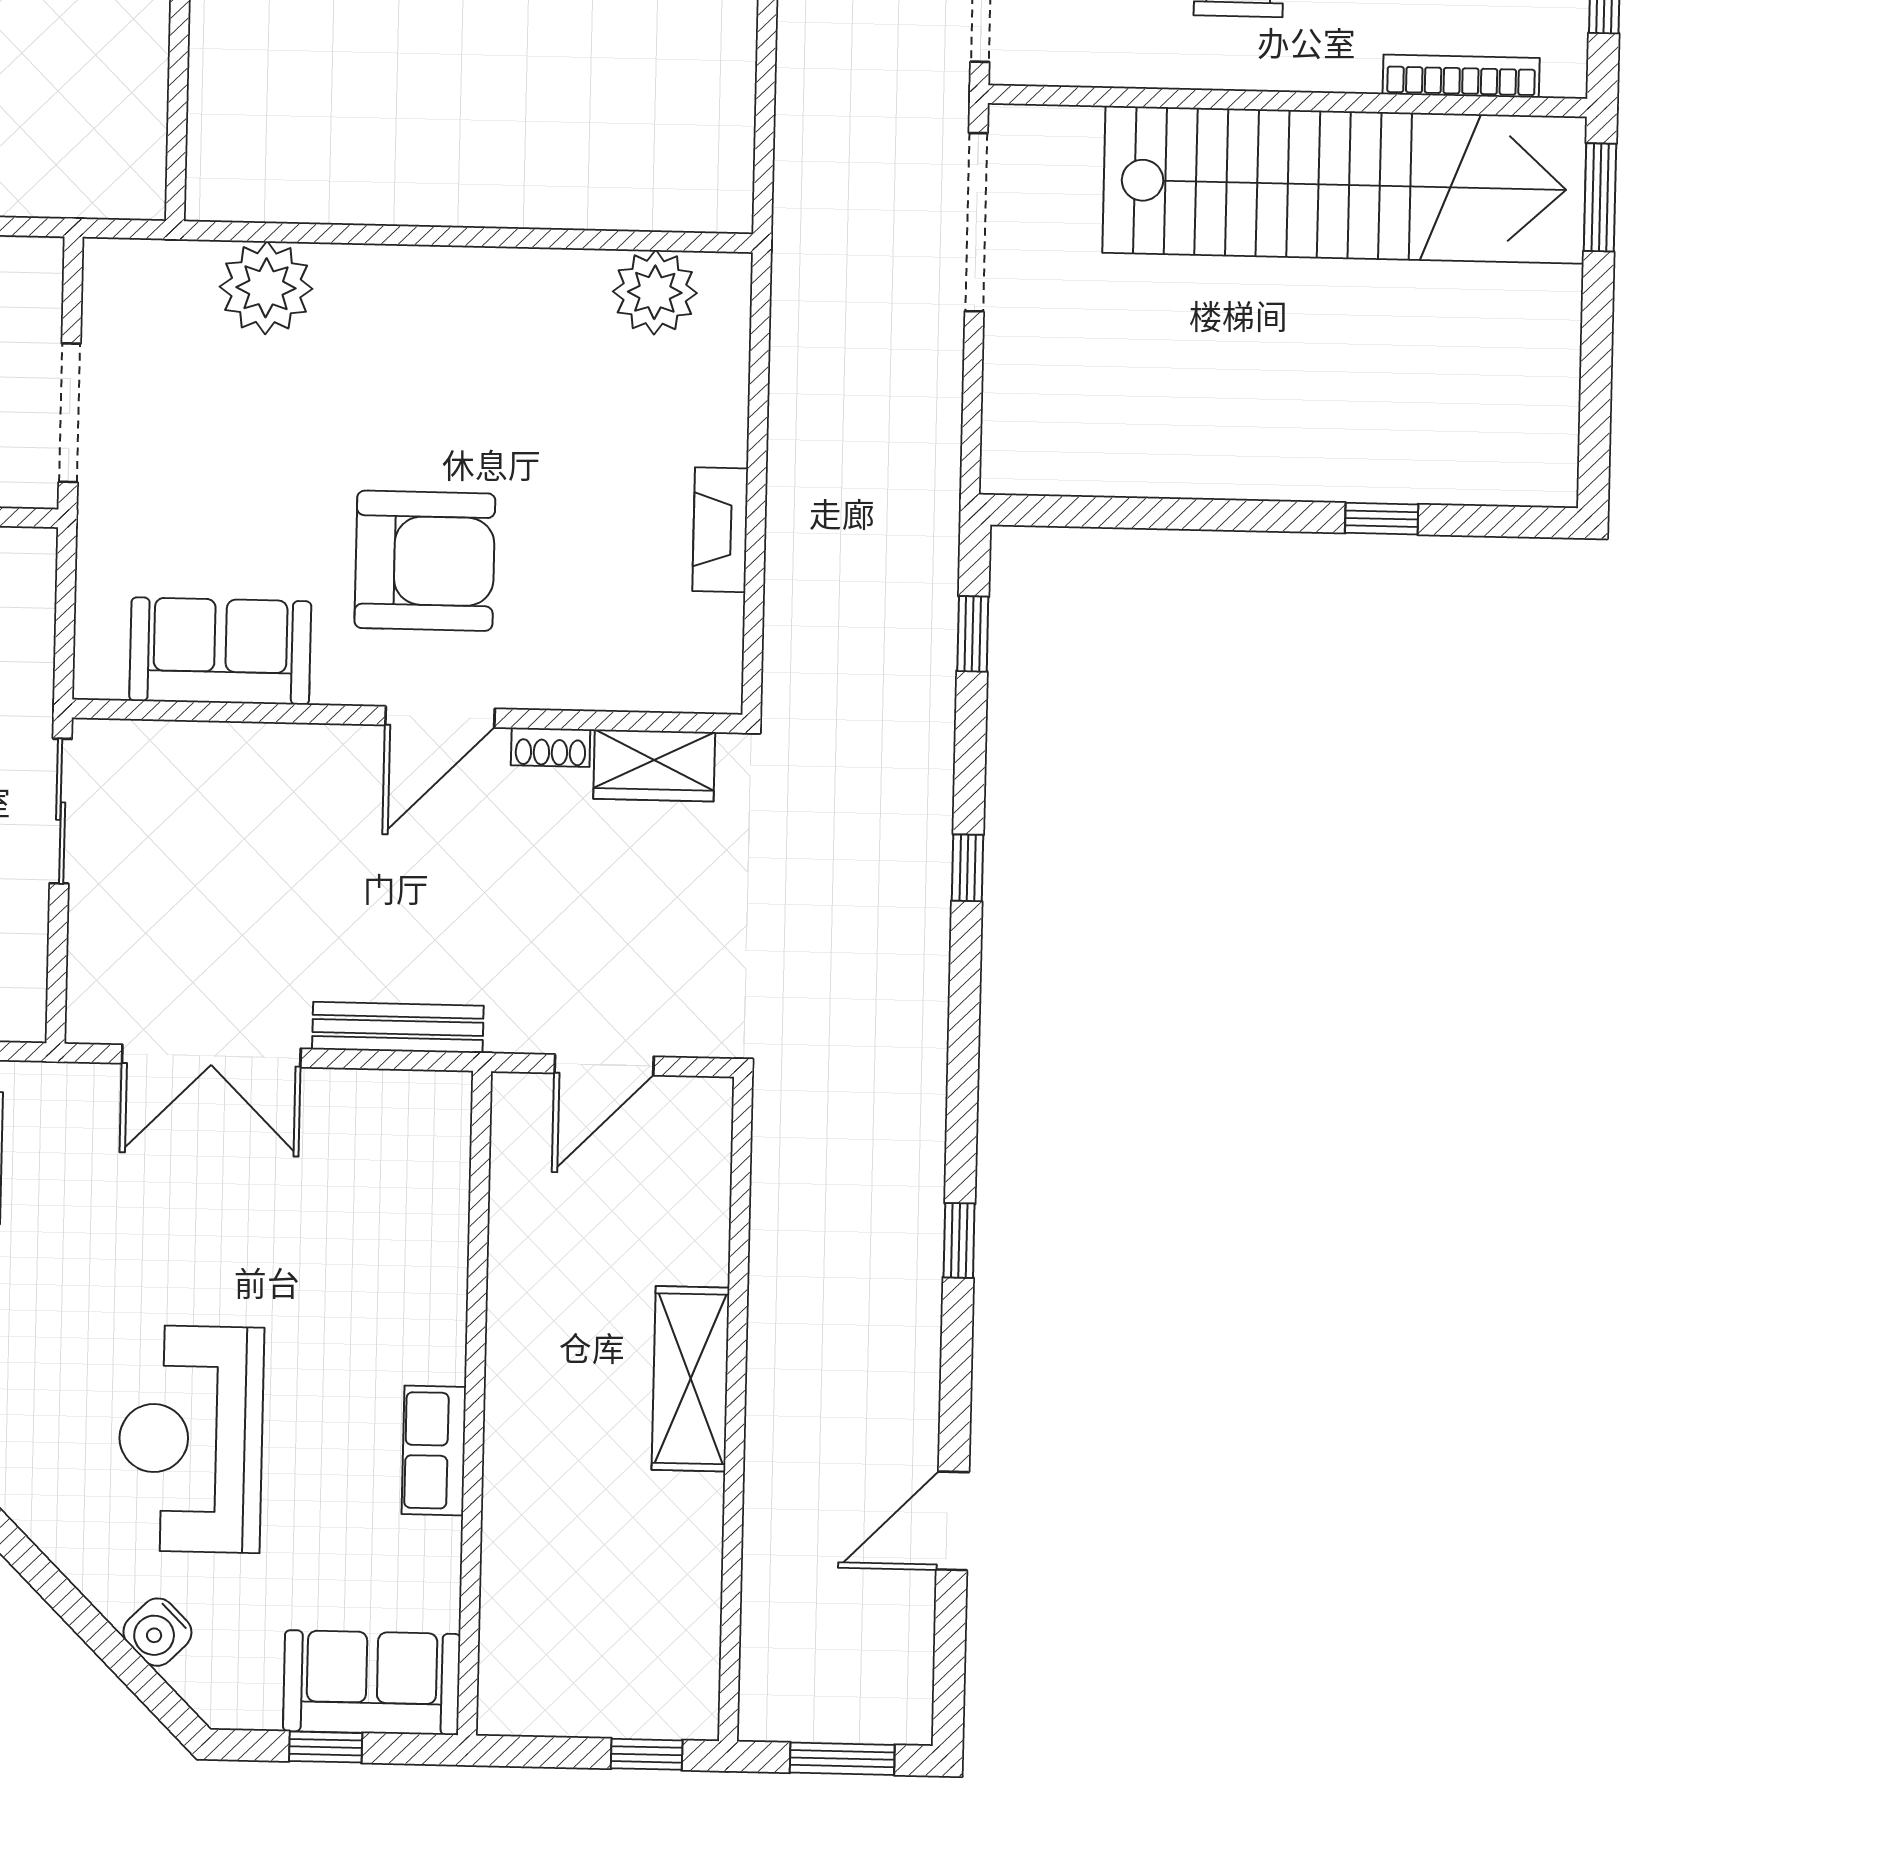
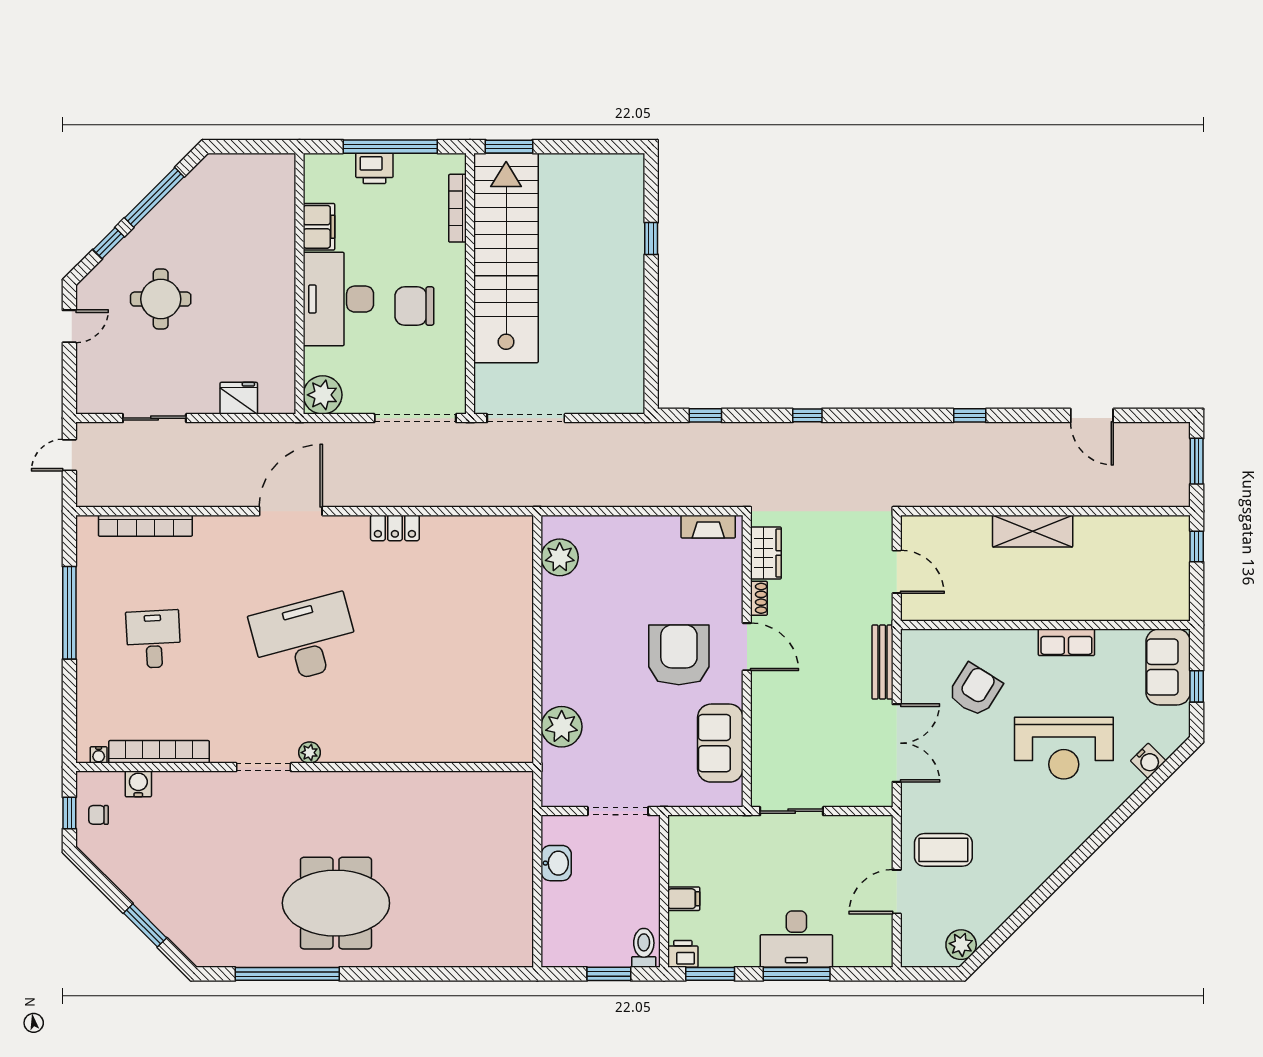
fireplace: (720, 530) -> (708, 527), moved
armchair: (329, 1238) -> (975, 690), added

